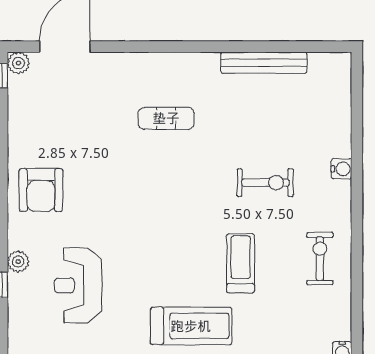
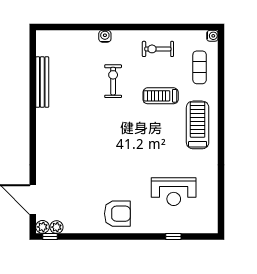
exercise mat: (166, 118) -> (200, 67), moved
plant: (18, 261) -> (57, 227), moved

